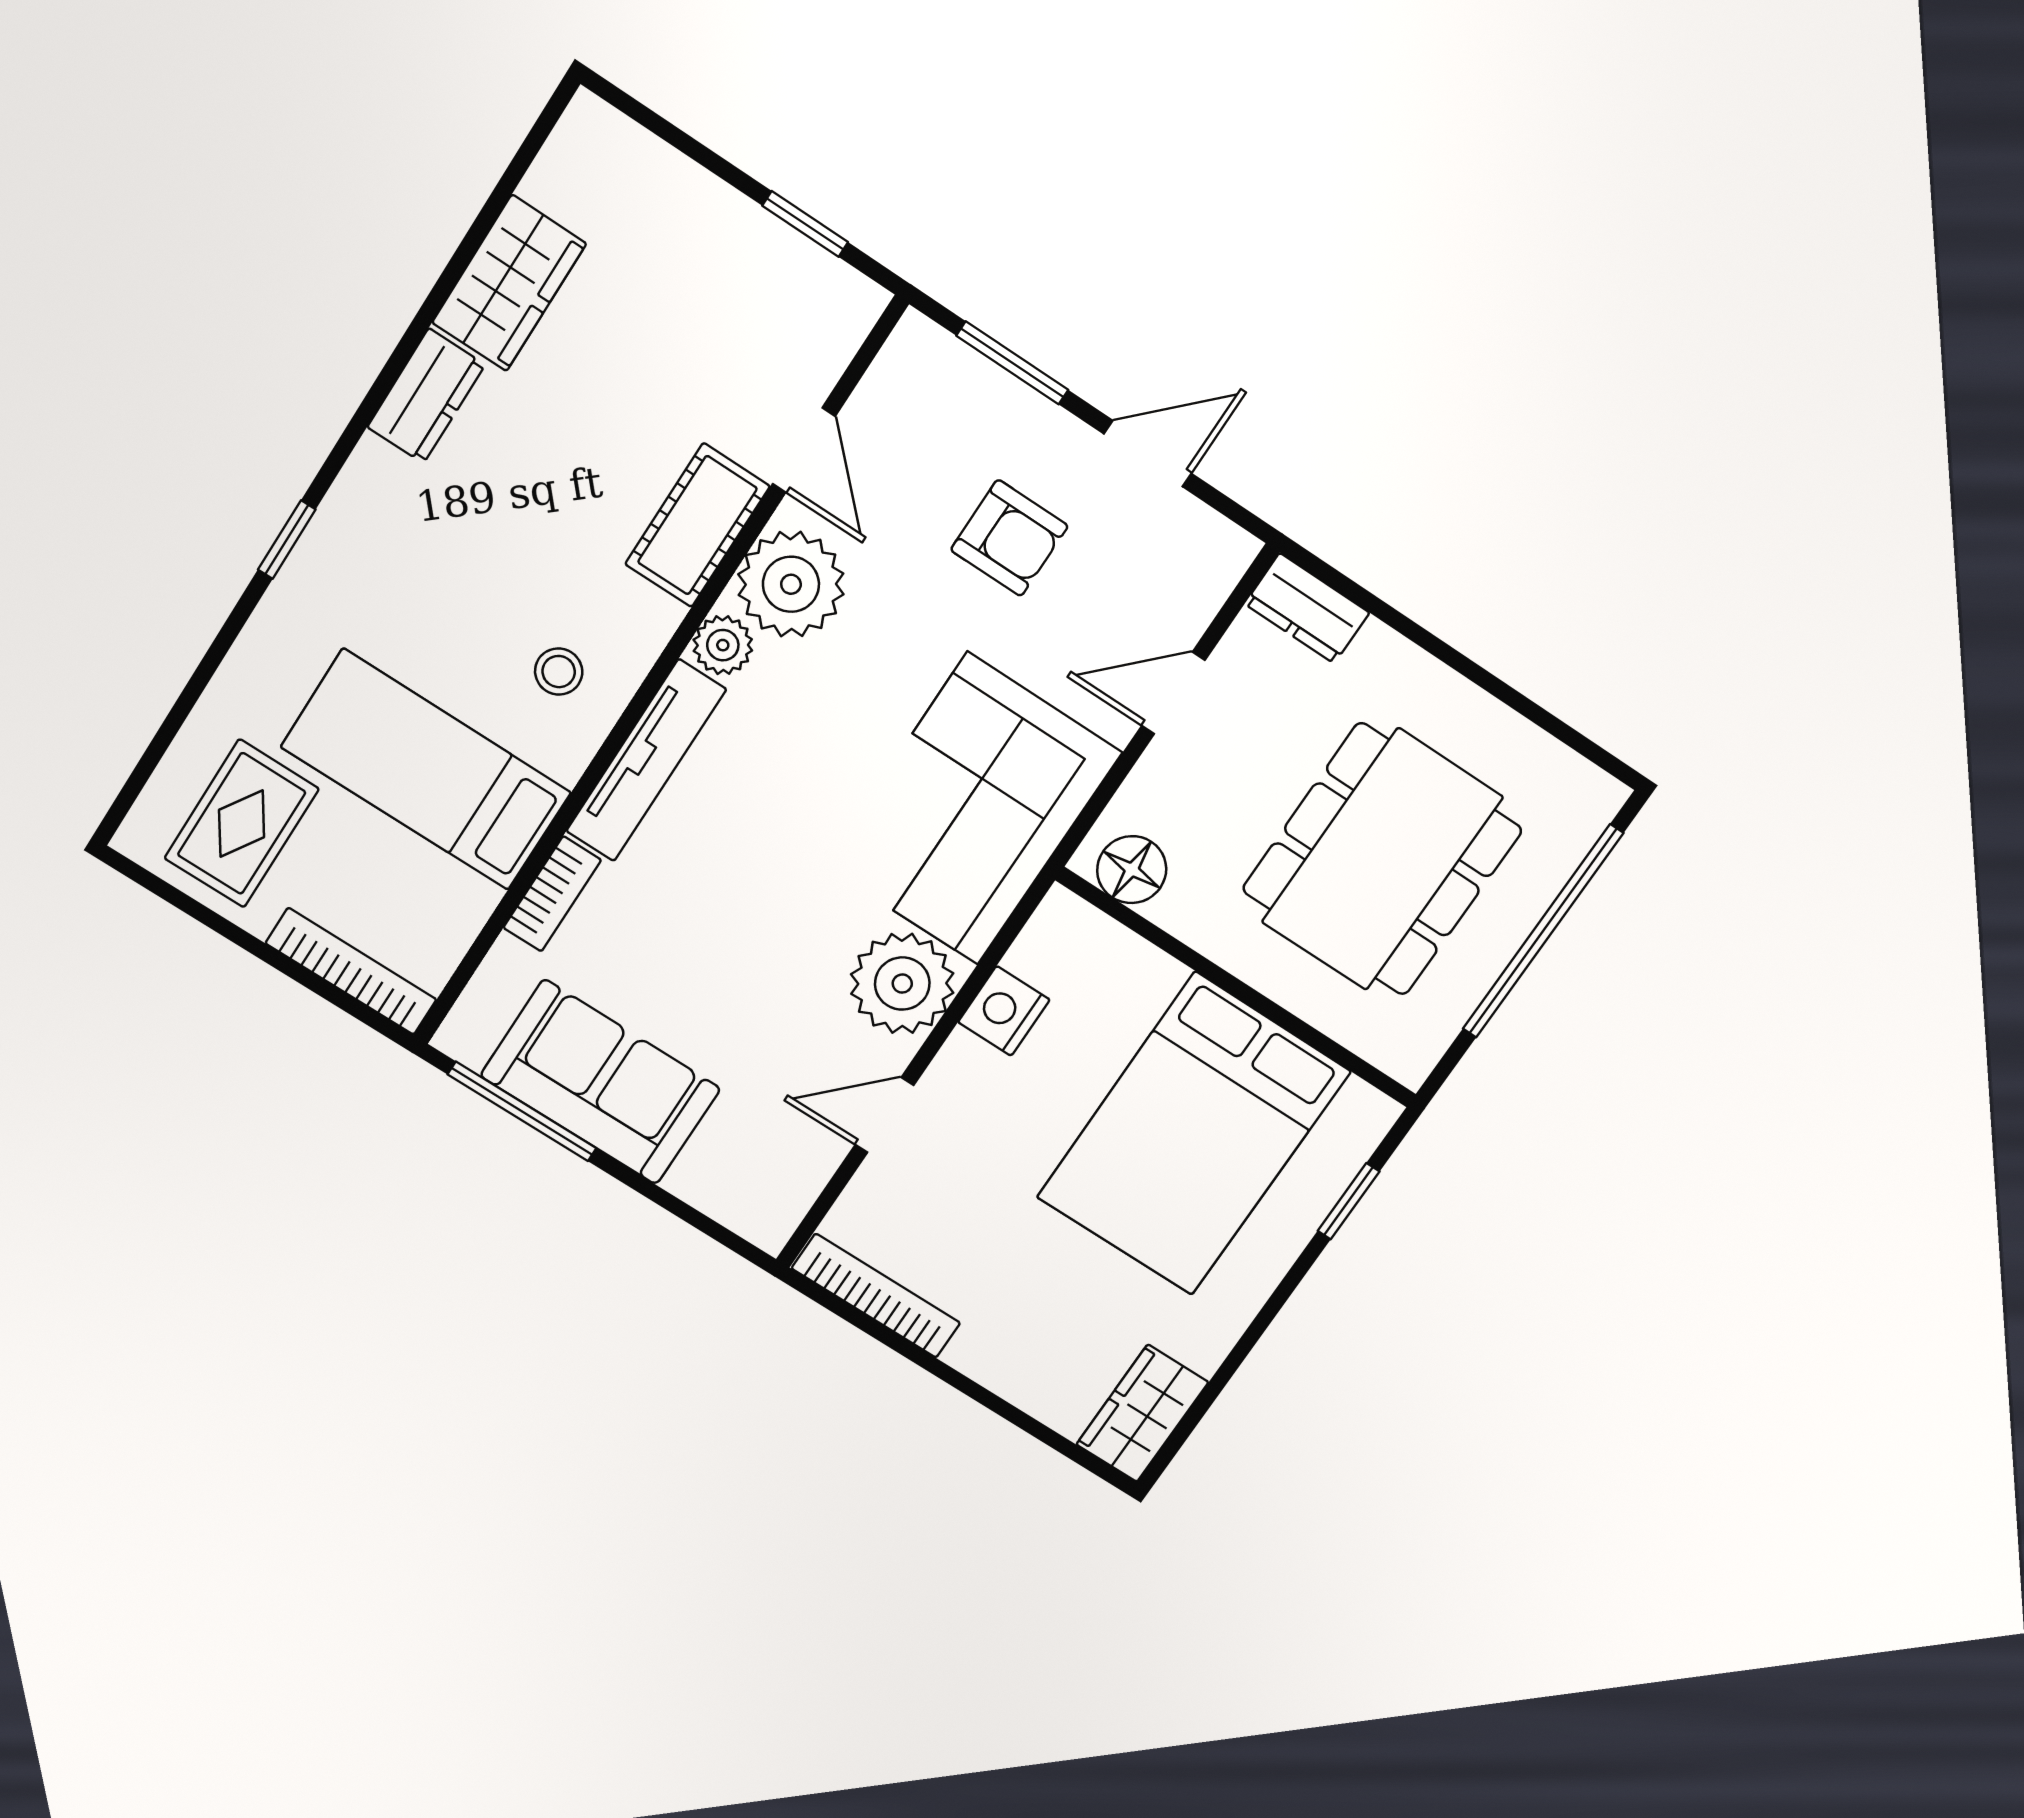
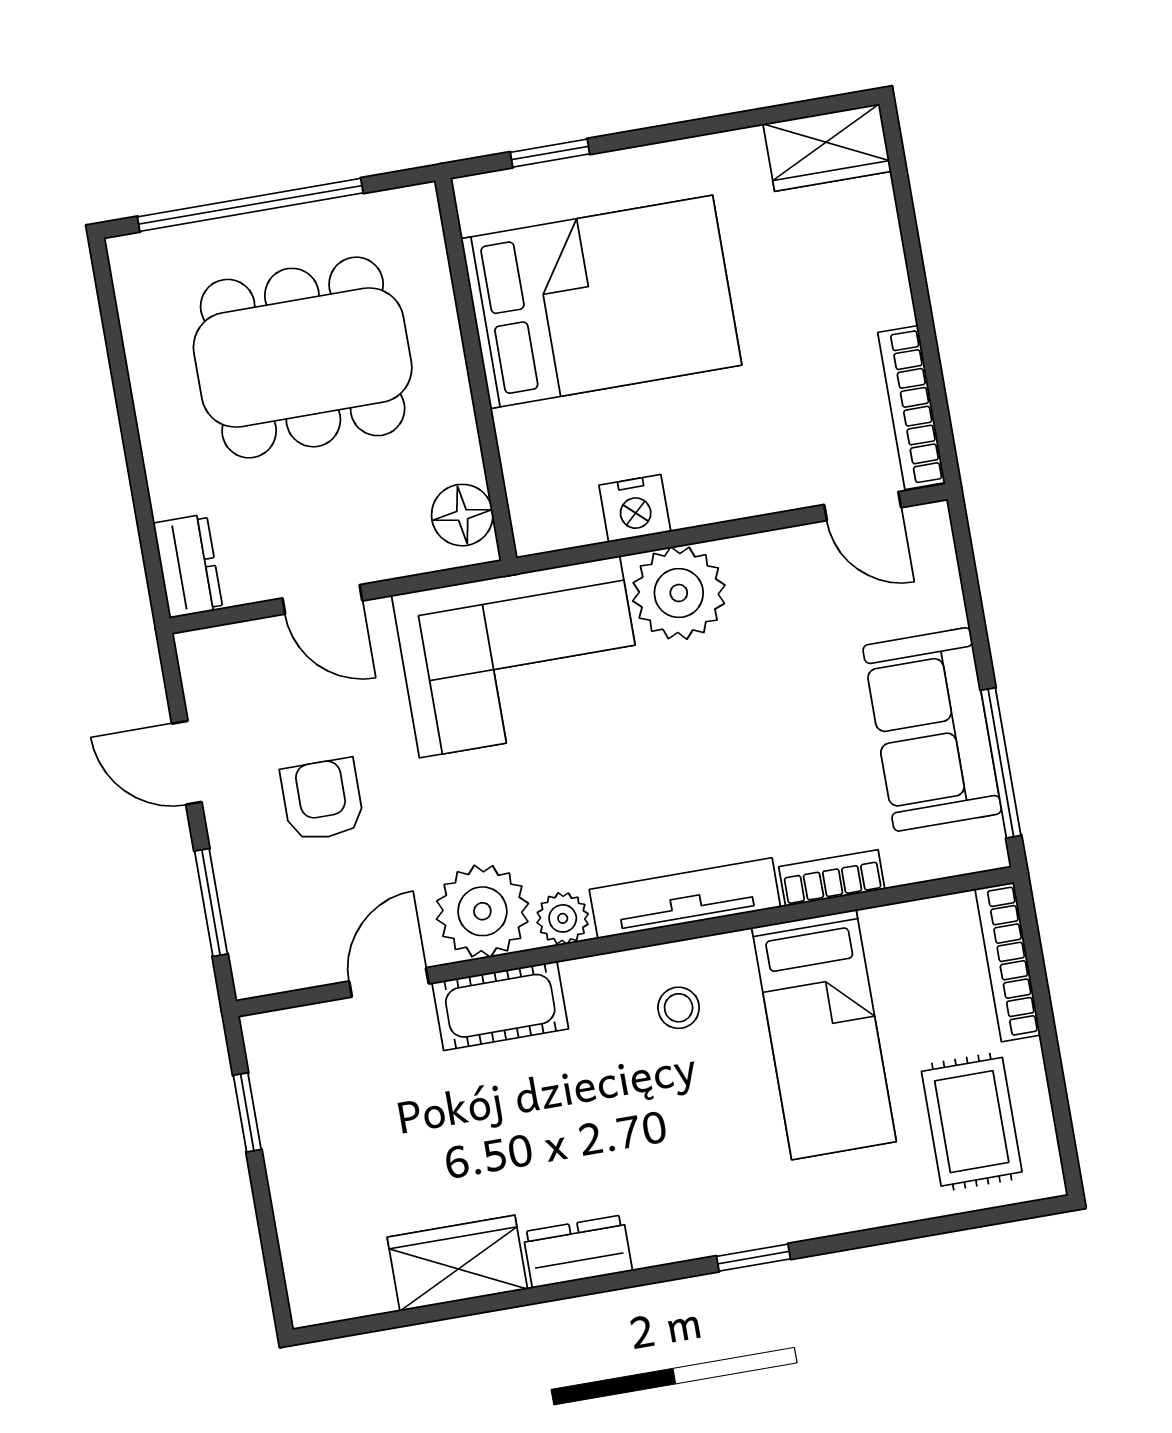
rug: (242, 824) -> (972, 1122), turned 90
door: (884, 1115) -> (863, 506), moved

